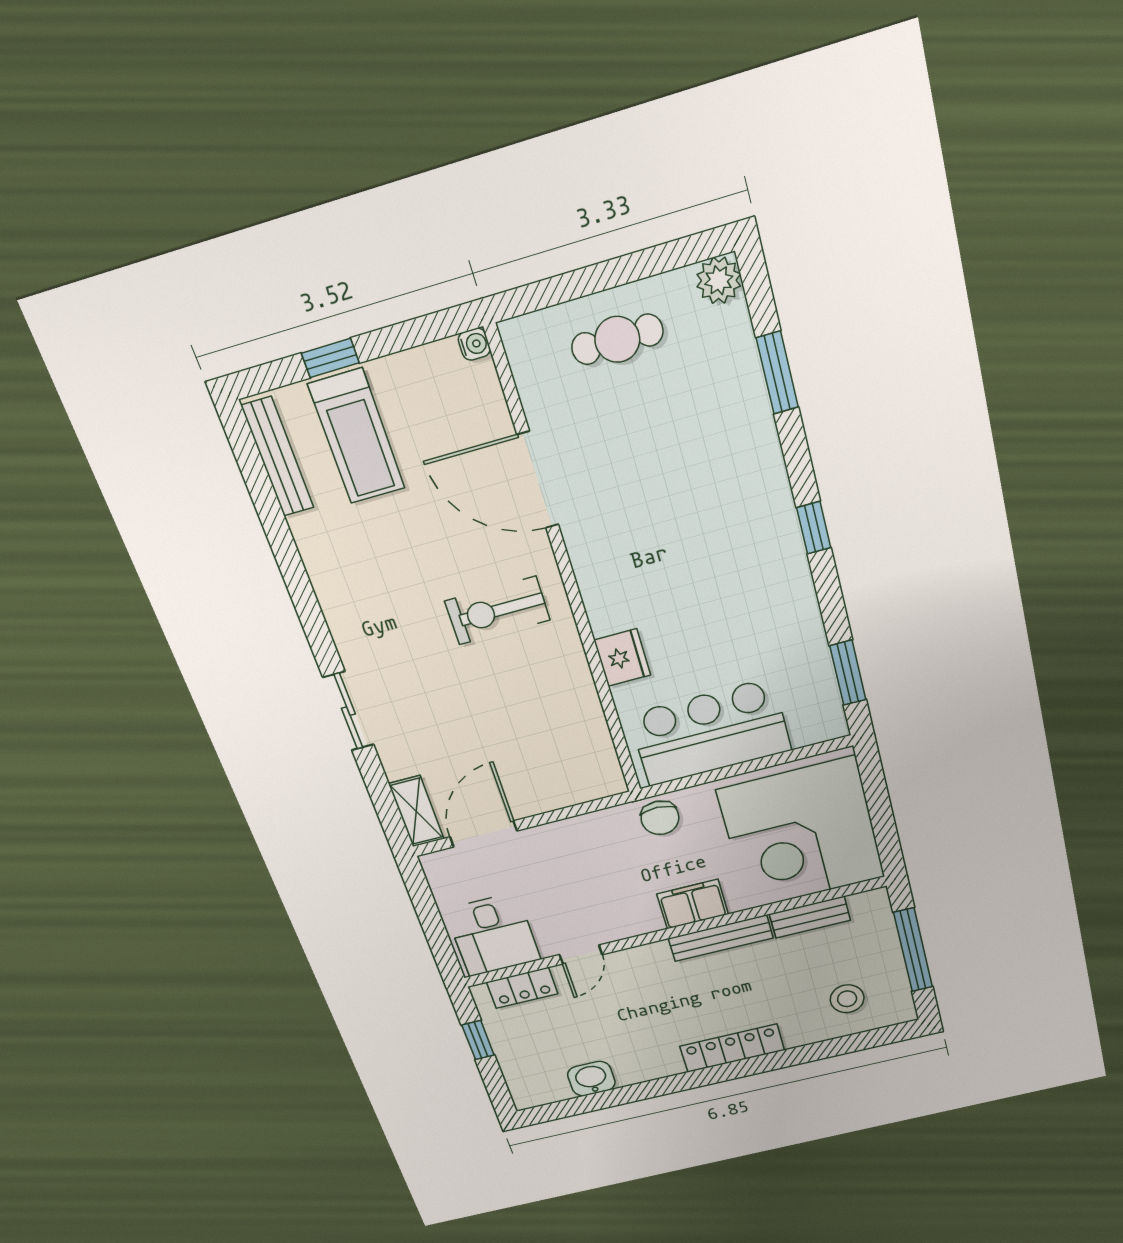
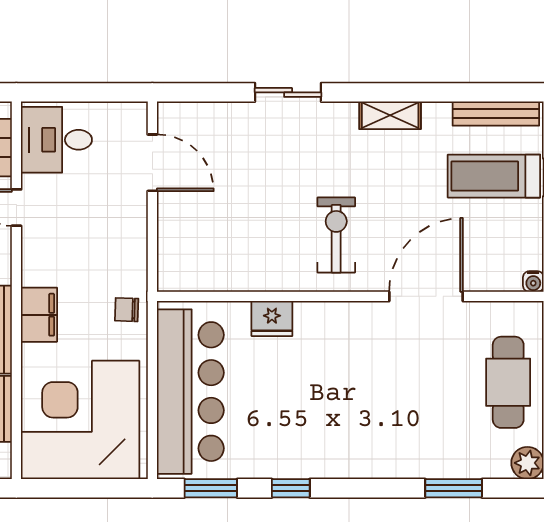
cafe table: (617, 339) -> (508, 382), width x1.37, depth x1.35
window: (814, 528) -> (291, 488), moved
bar counter: (710, 732) -> (190, 392), width x1.36
shelving: (416, 811) -> (390, 115), moved
chair: (660, 818) -> (127, 310), width x0.73, depth x0.73

